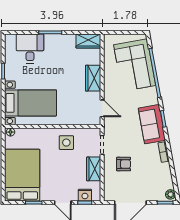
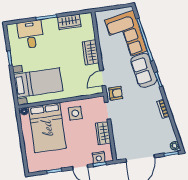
wardrobe: (88, 41) -> (69, 22), moved
door: (102, 108) -> (103, 78), swing flipped
sofa: (152, 124) -> (144, 70), moved
armchair: (124, 164) -> (116, 93), moved
bed: (22, 175) -> (47, 128), moved, turned 180

